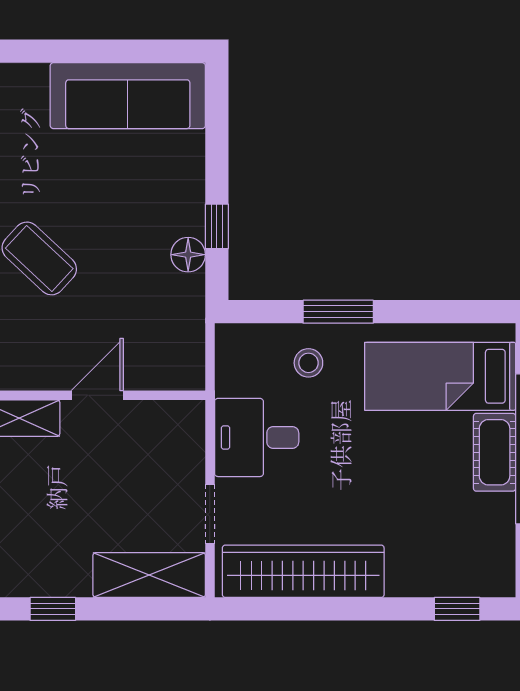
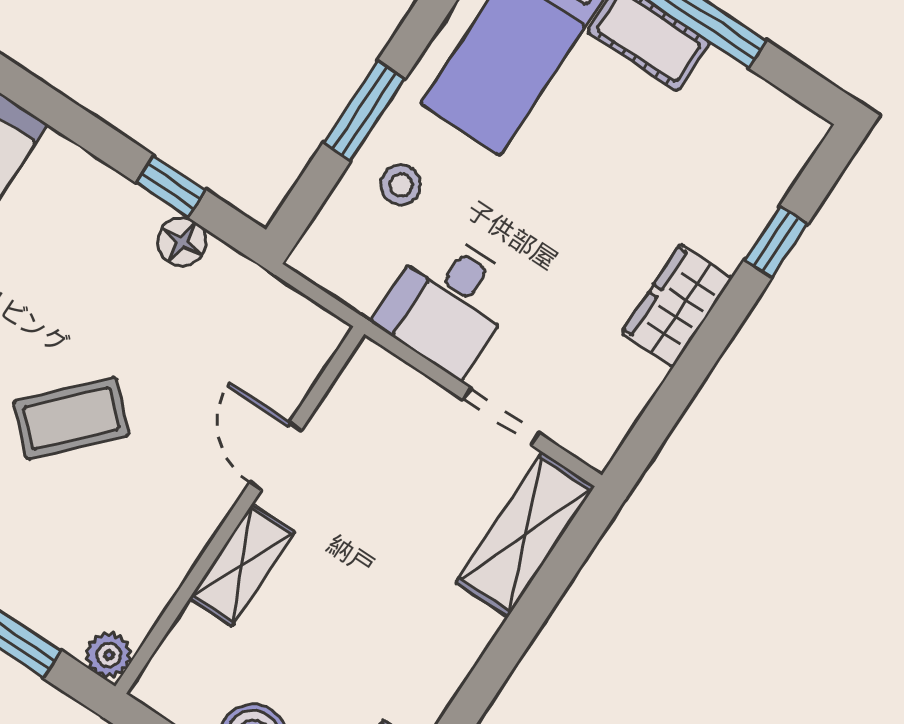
wardrobe: (303, 571) -> (677, 305), width x0.48, depth x0.85
window: (53, 609) -> (491, 673), removed
window: (457, 609) -> (776, 242), moved

